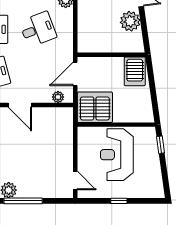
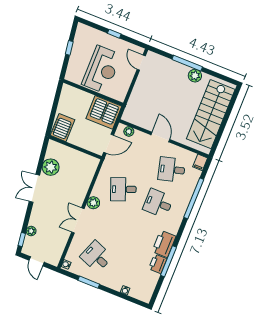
window: (160, 145) -> (69, 48), moved

